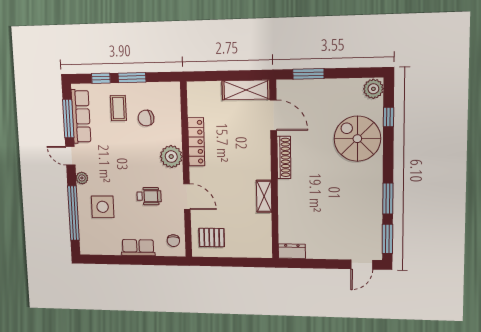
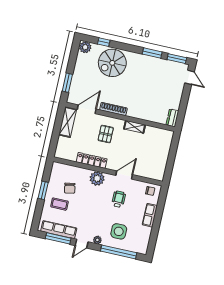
window: (101, 78) -> (39, 210), removed
pallet: (212, 237) -> (106, 134), moved

